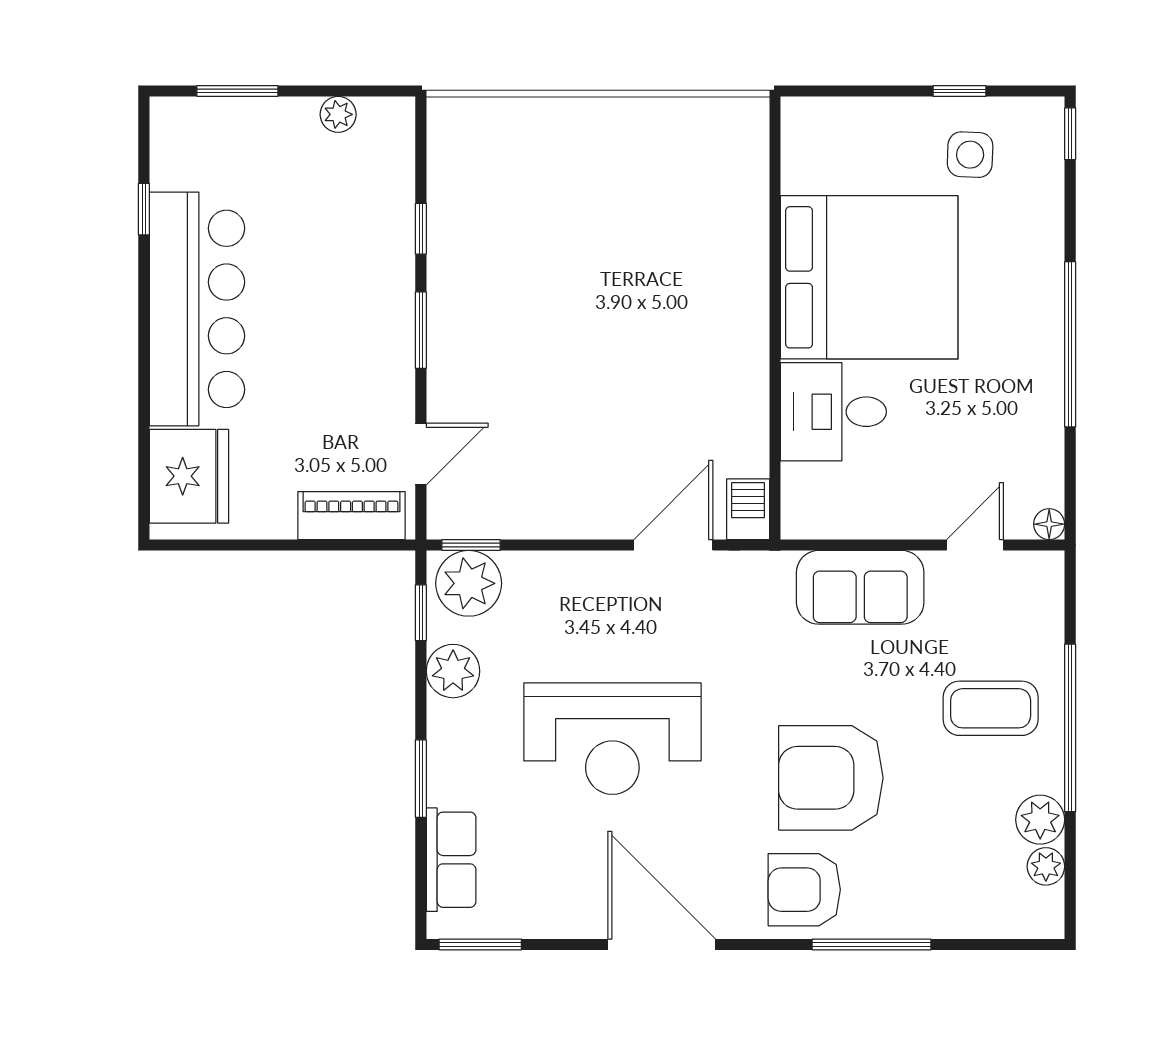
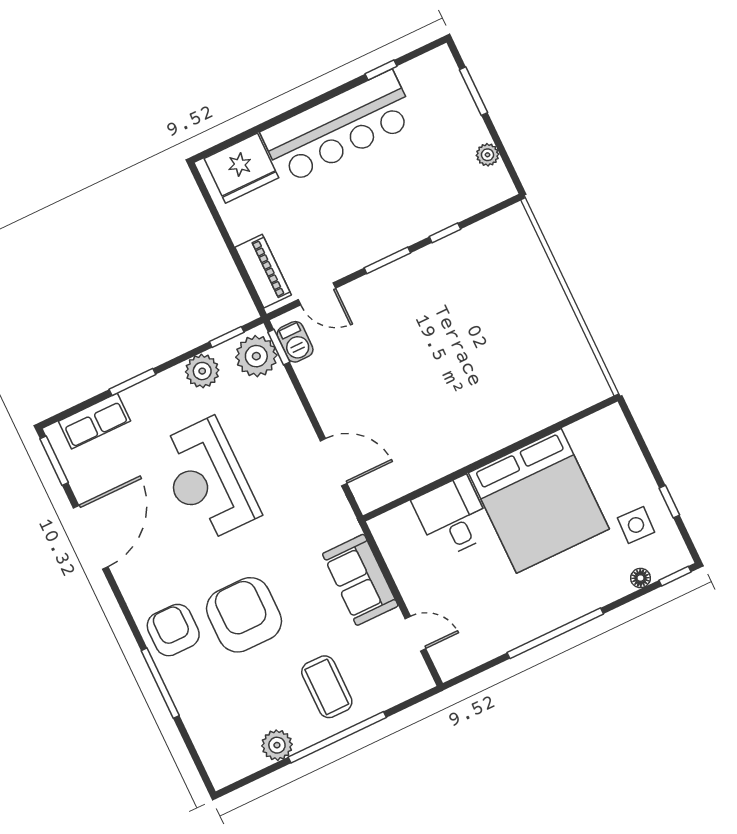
barbecue: (748, 509) -> (295, 342), moved, turned 90
floor lamp: (1049, 524) -> (640, 578), moved
plant: (1046, 866) -> (252, 761), removed
door: (662, 945) -> (91, 537), moved

